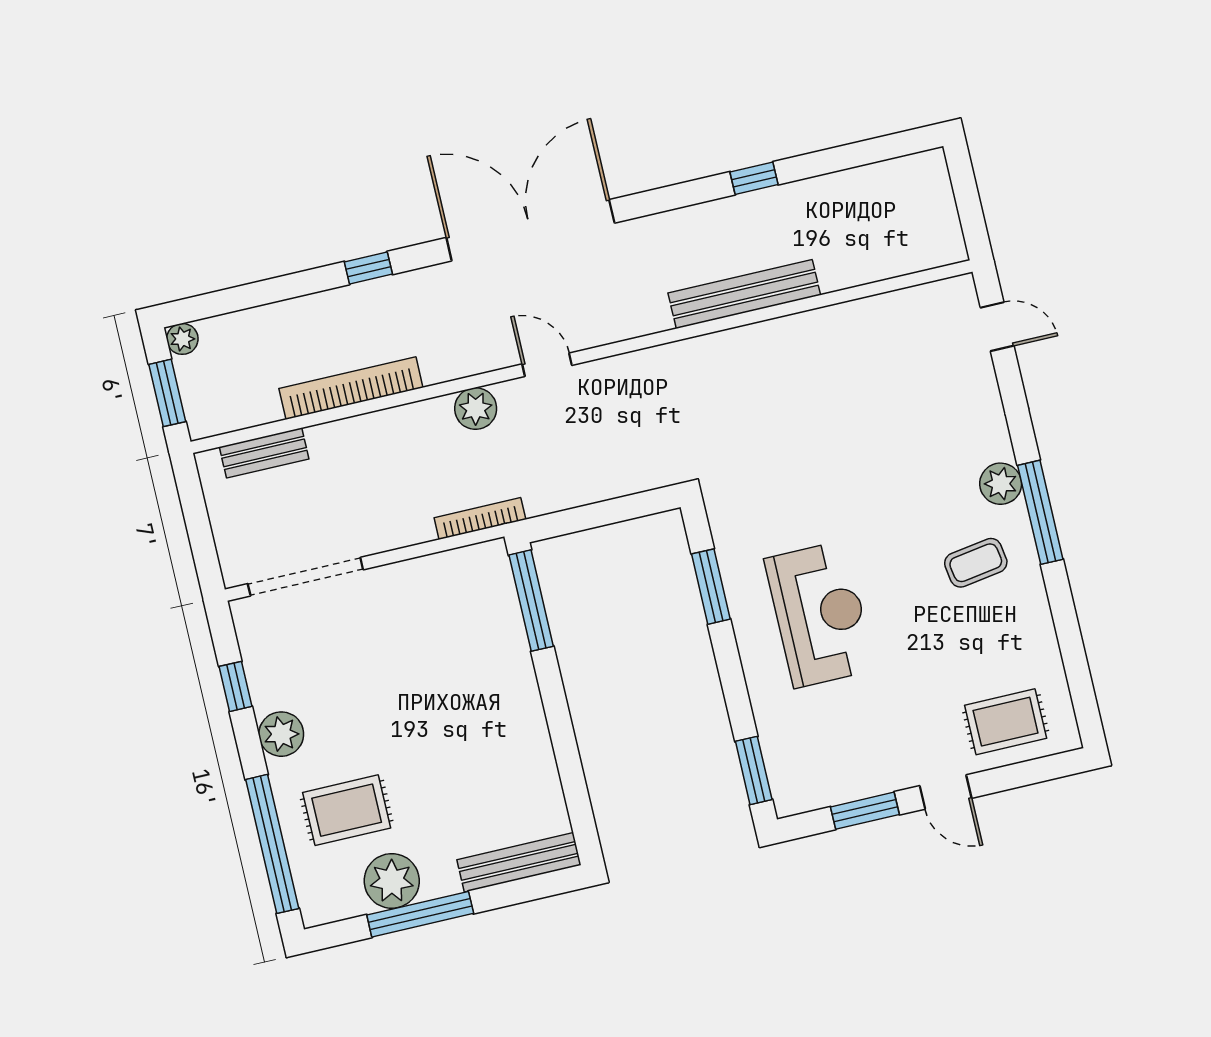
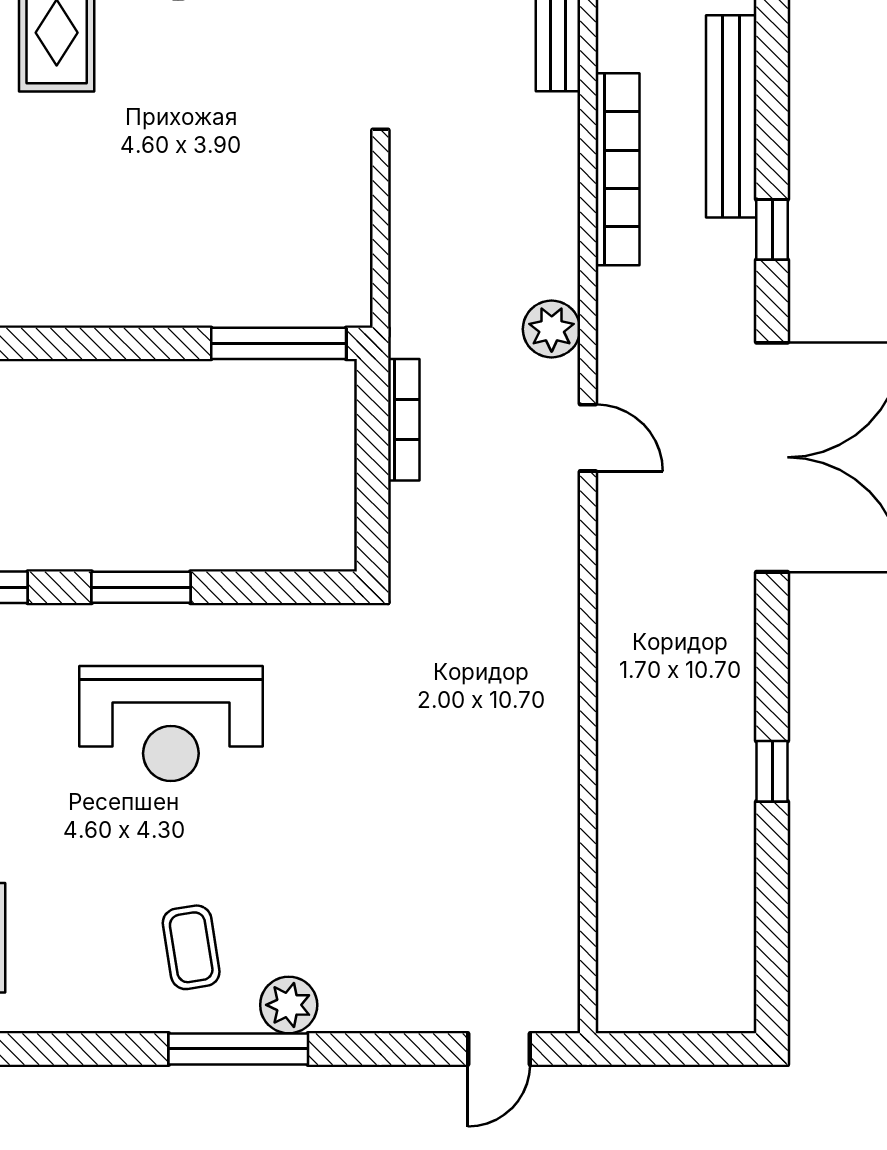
bench: (744, 294) -> (731, 116), moved
door: (547, 365) -> (588, 438), hinge flipped
bookcase: (480, 519) -> (404, 420), moved
window: (711, 587) -> (141, 587), moved

